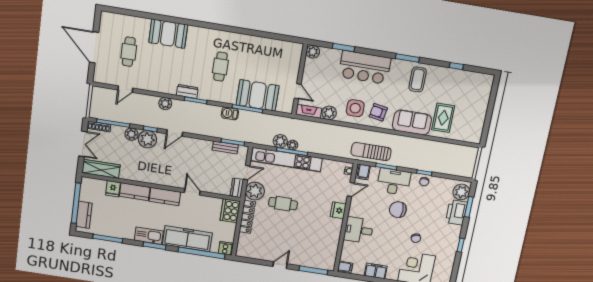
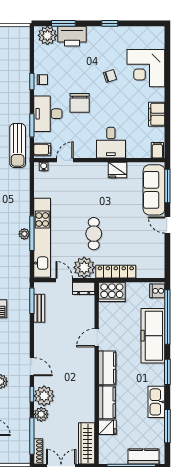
plant: (280, 141) -> (22, 248), removed
door: (351, 190) -> (65, 160), hinge flipped
fridge: (338, 210) -> (118, 170), moved
kitchen sink: (149, 236) -> (156, 402), moved
sofa: (312, 259) -> (154, 190), added

